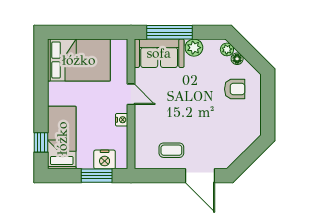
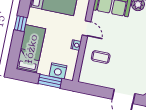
window: (41, 142) -> (21, 24), moved
coffee table: (171, 150) -> (101, 57), moved

